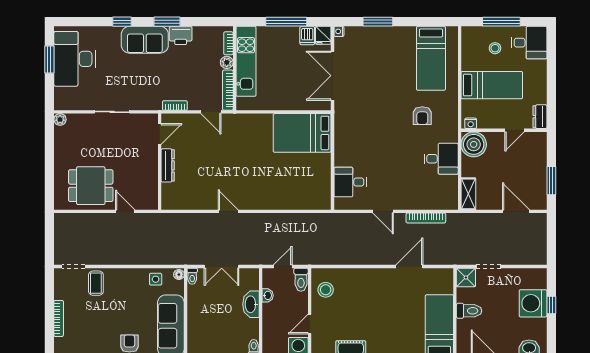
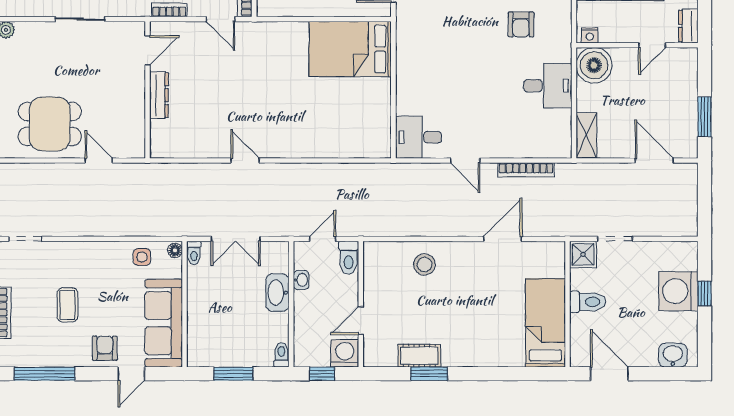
desk: (350, 182) -> (418, 137), moved
coffee table: (96, 283) -> (67, 305), moved
stool: (326, 290) -> (425, 264), moved

